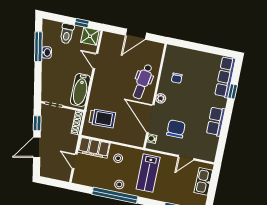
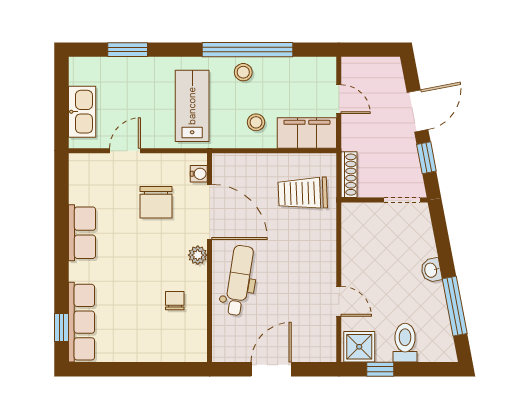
washbasin: (47, 52) -> (431, 270), moved
bathtub: (80, 90) -> (356, 239), removed
window: (233, 91) -> (61, 328), moved

